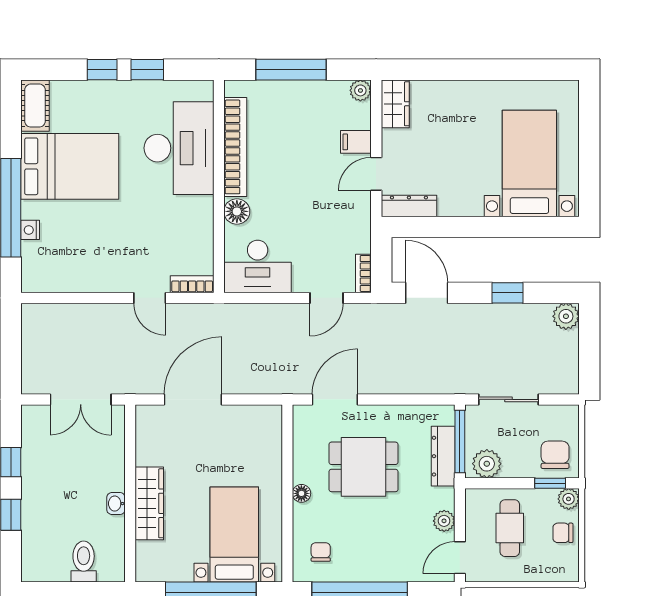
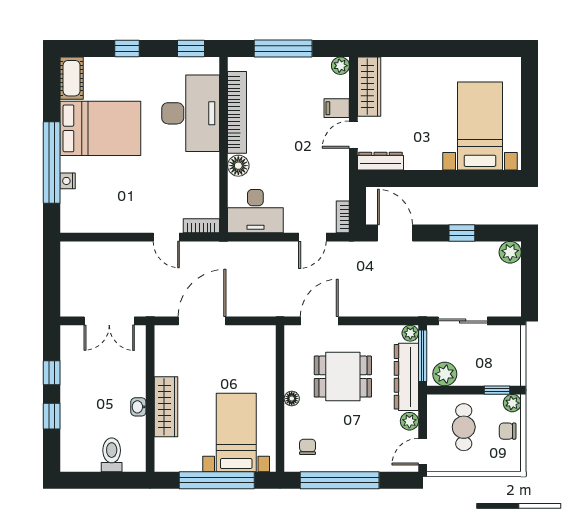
window: (147, 70) -> (191, 48), moved
wardrobe: (395, 104) -> (369, 87), width x1.50
plant: (445, 414) -> (410, 333), added
chair: (555, 455) -> (501, 367), removed
dresser: (443, 456) -> (406, 377), width x1.37, depth x1.24

